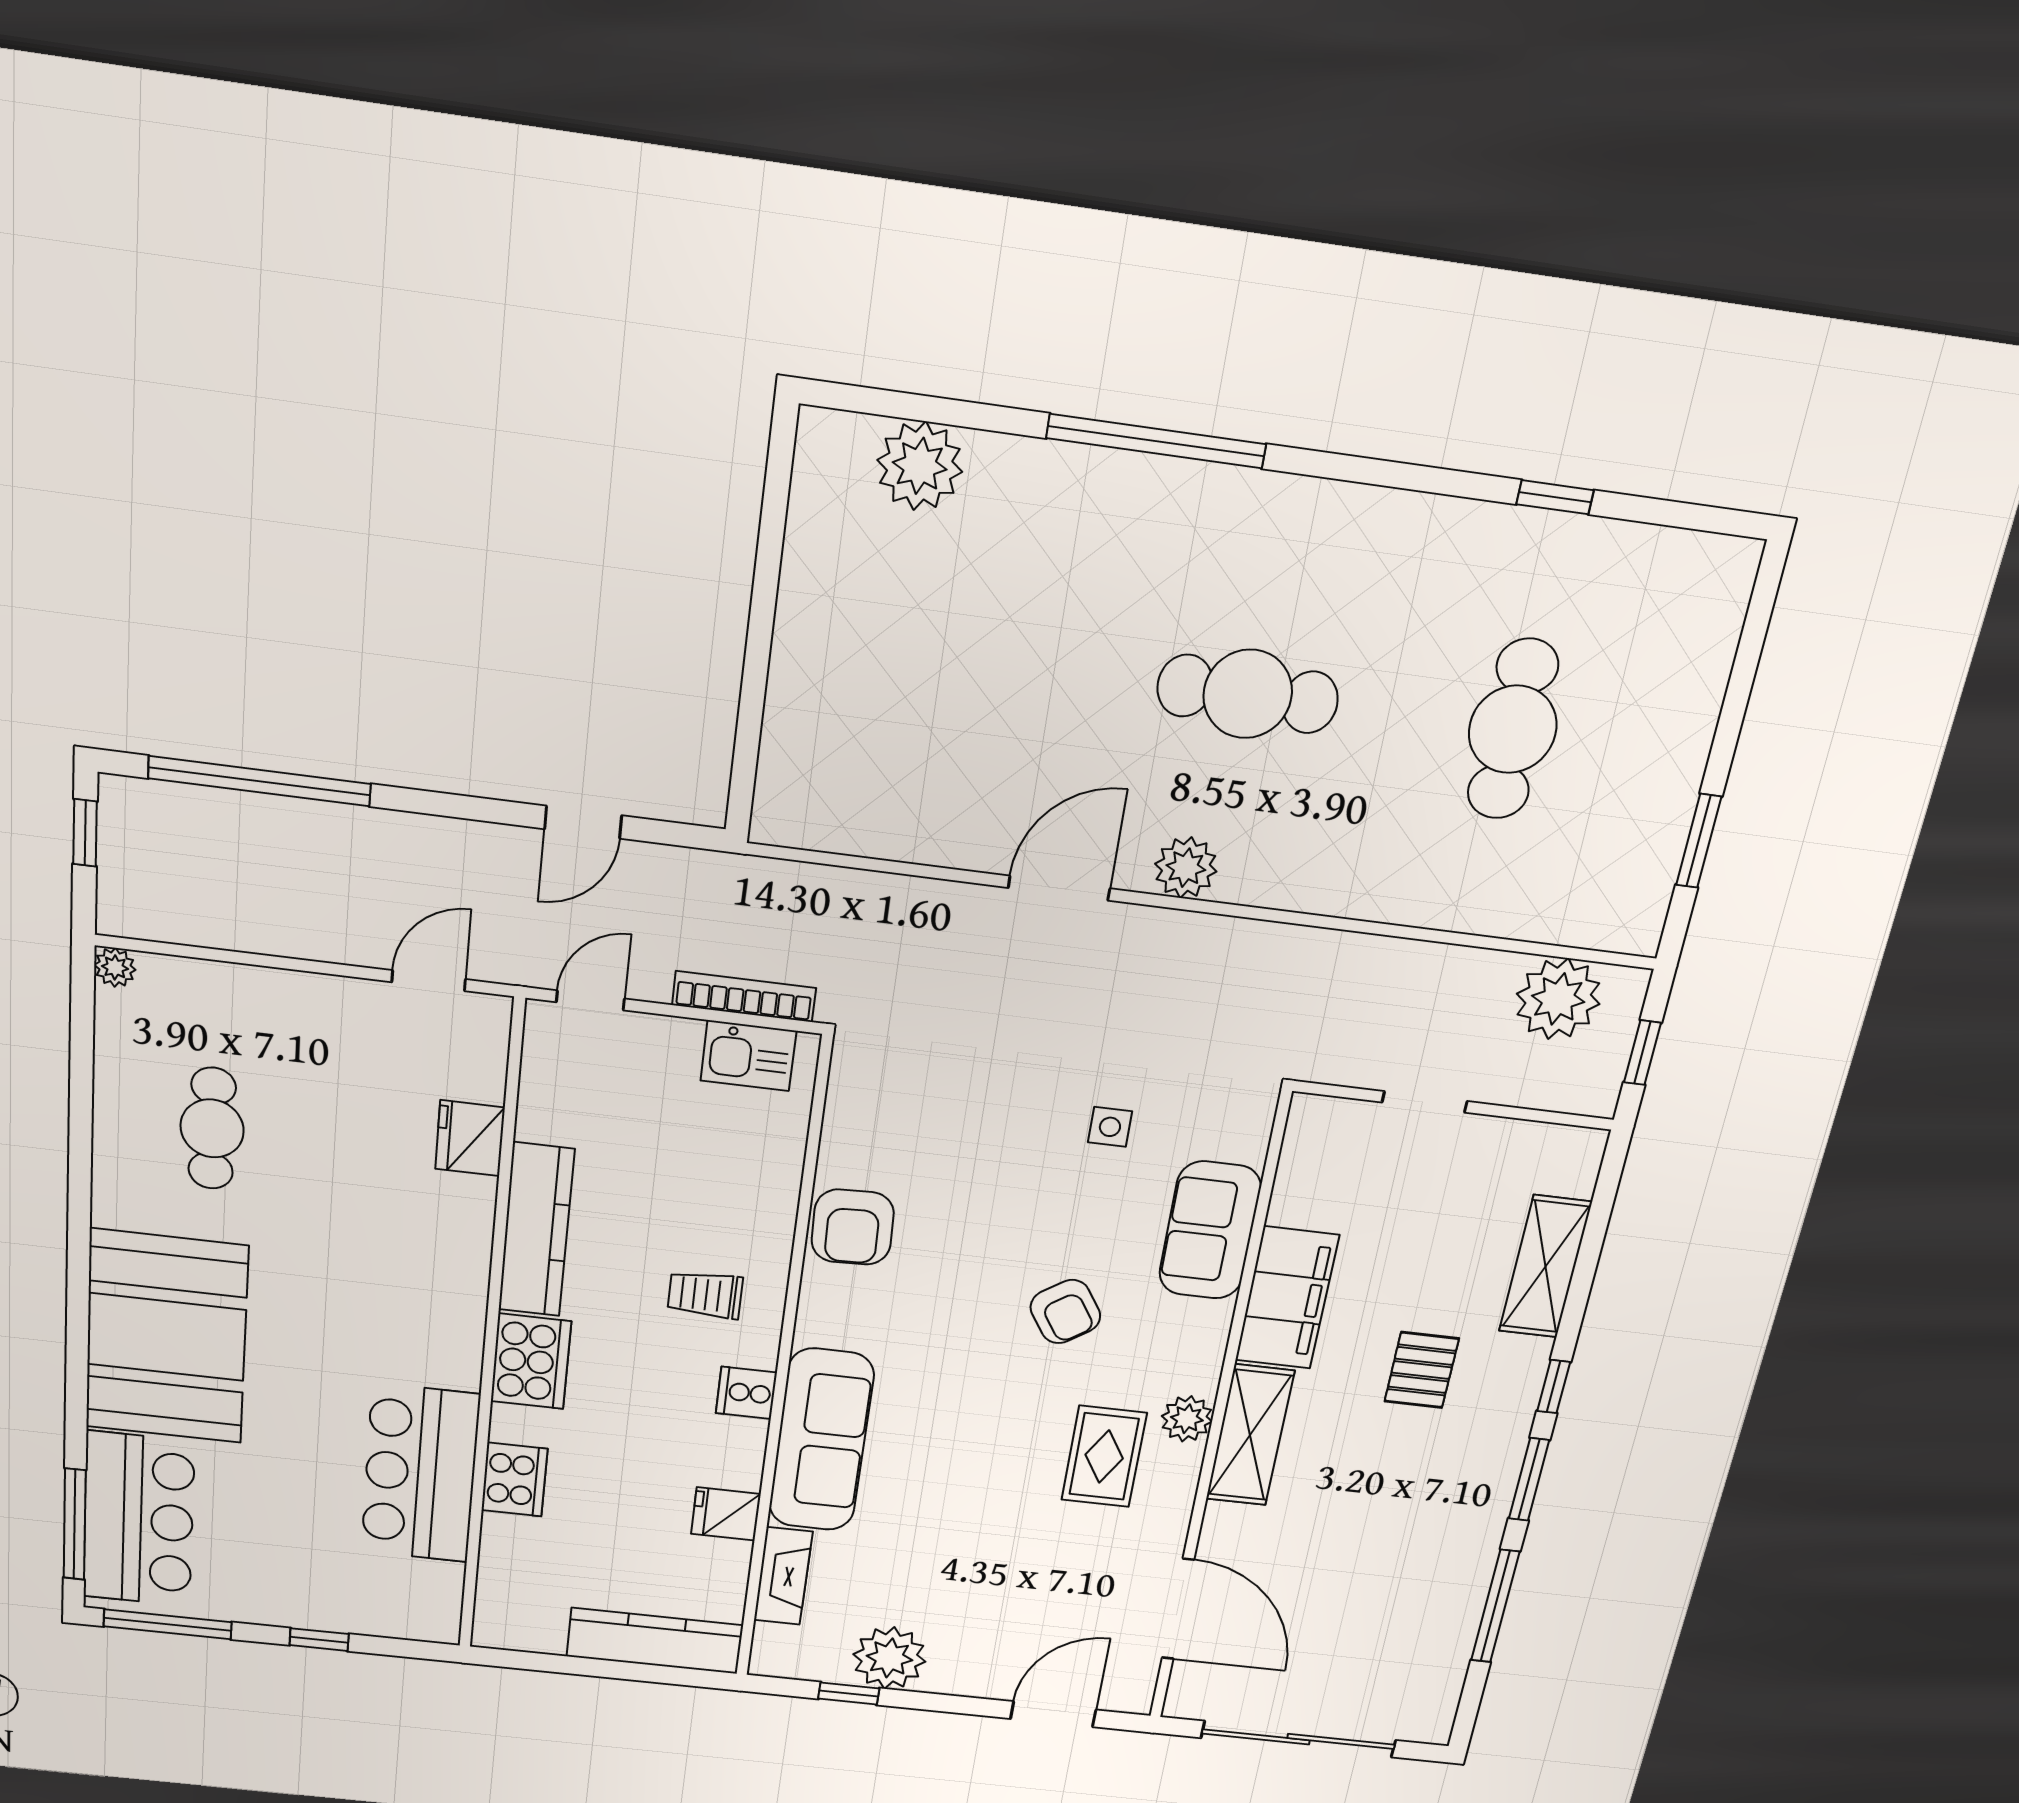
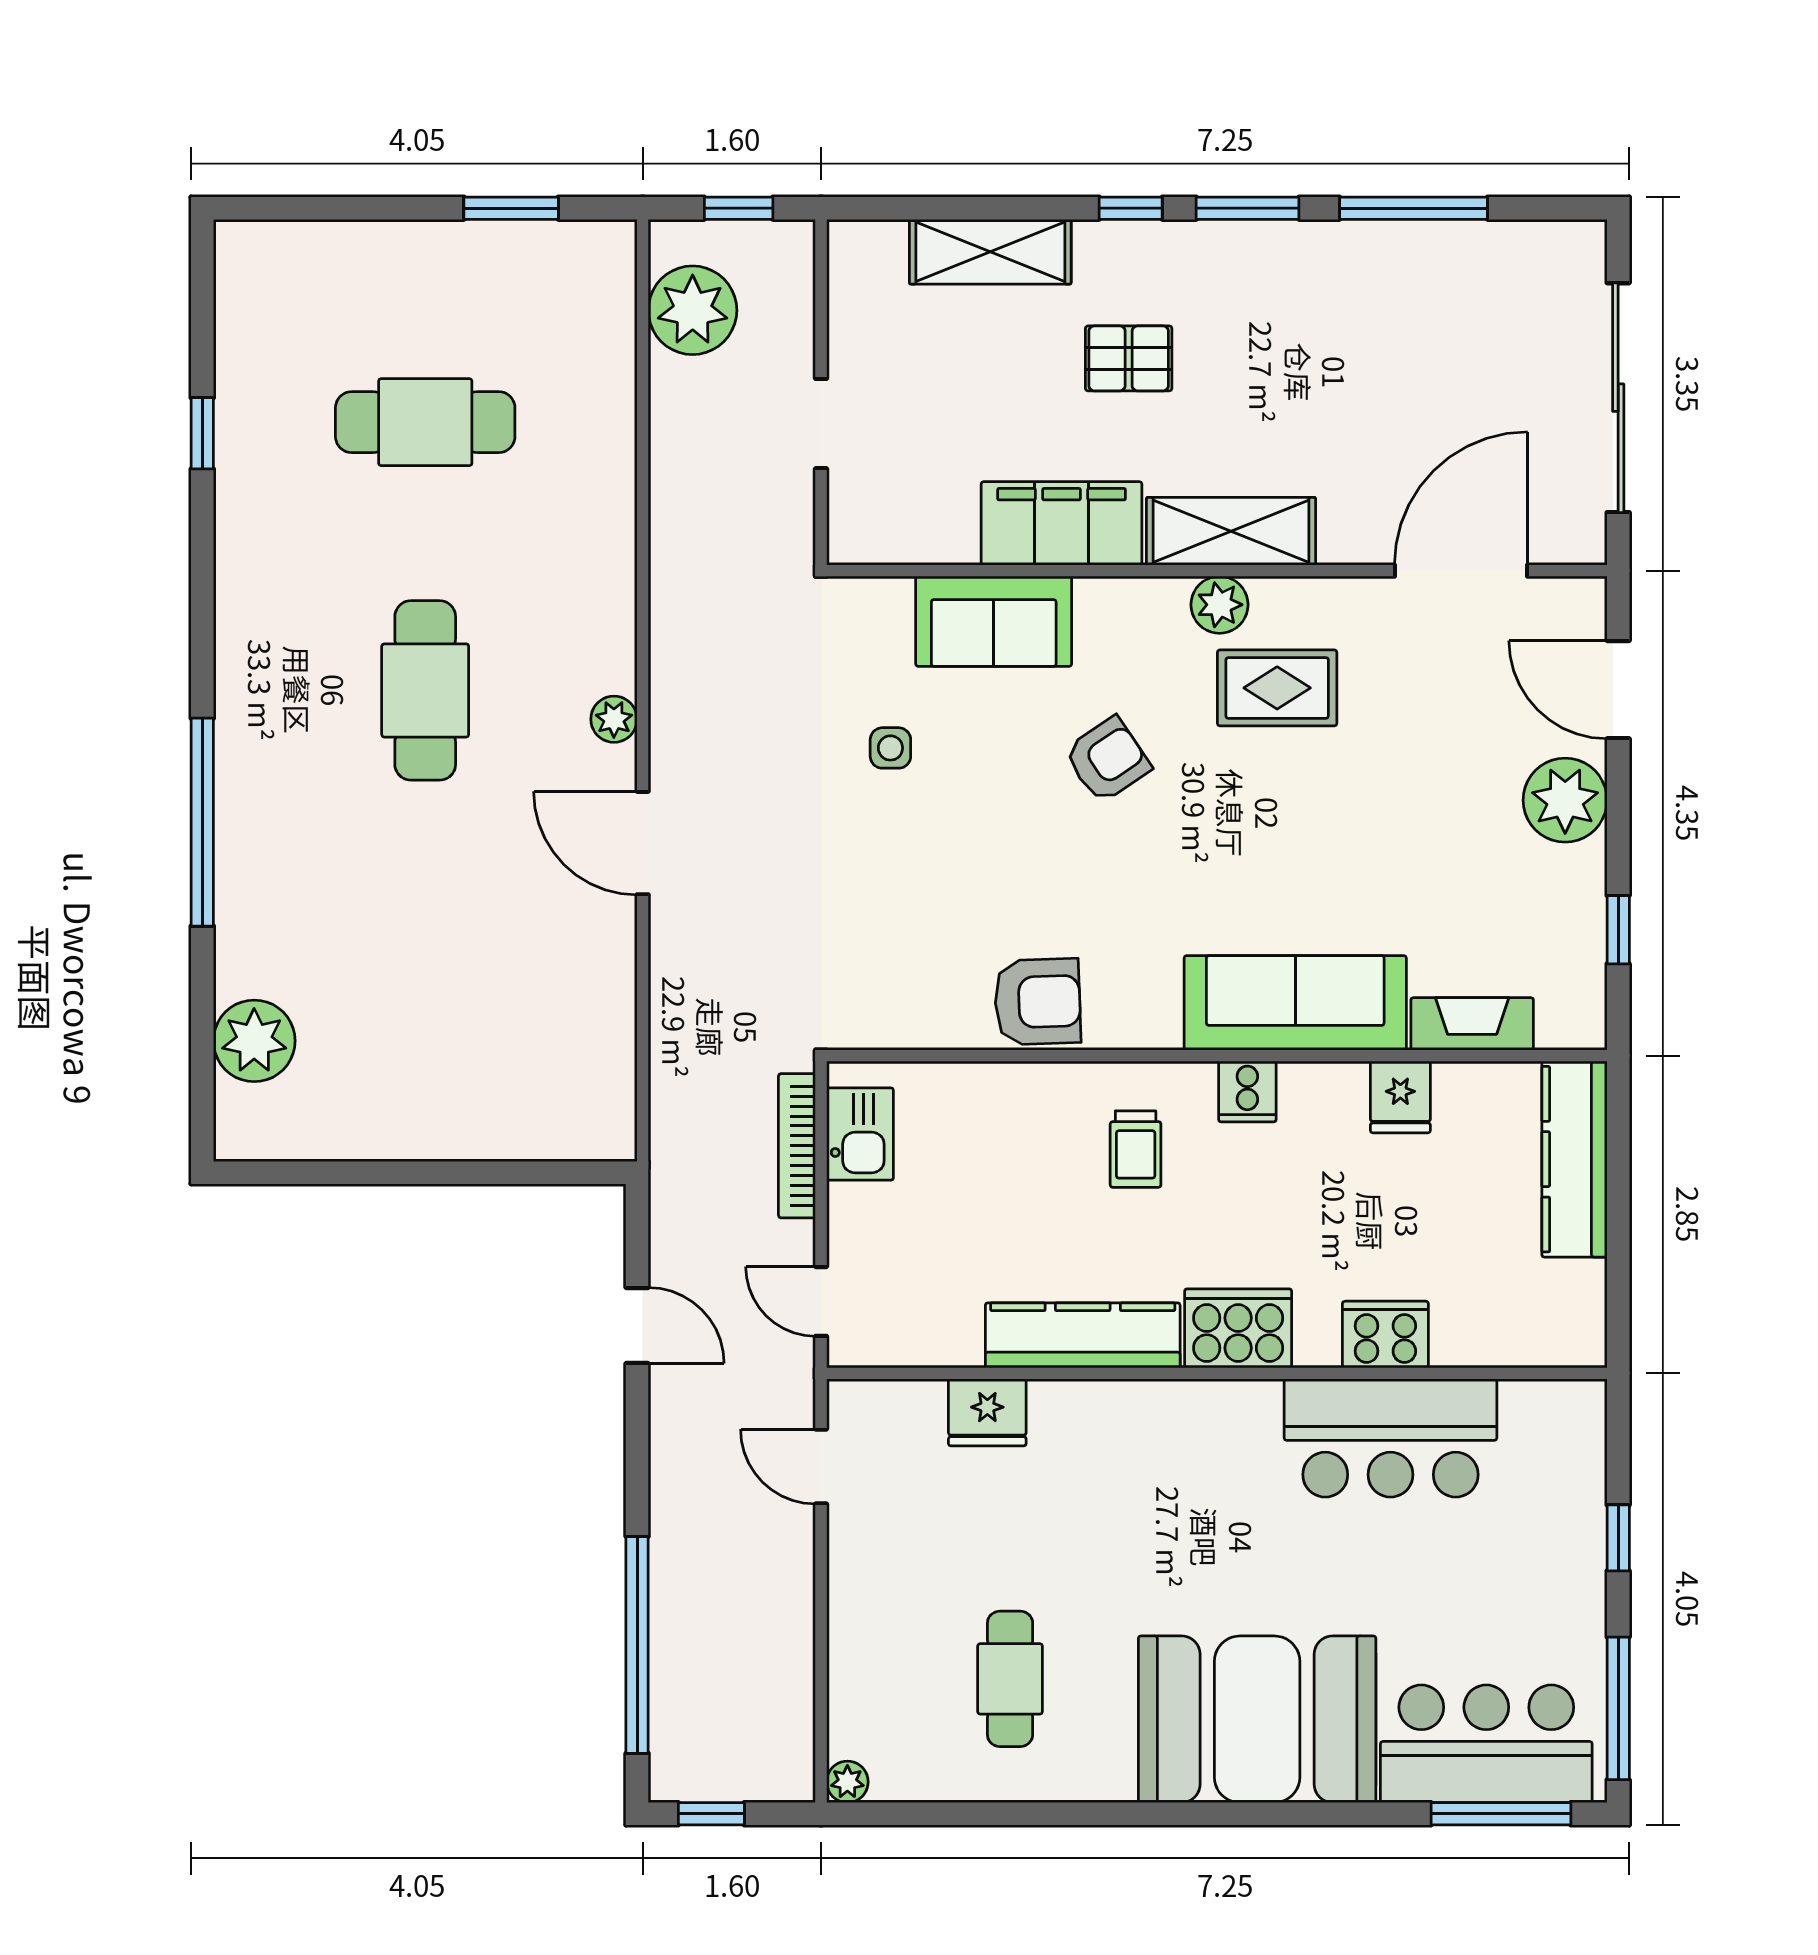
plant: (1186, 868) -> (614, 719), width x0.73, depth x0.73
cafe table: (212, 1128) -> (1010, 1679), turned 90
plant: (889, 1658) -> (1565, 800), moved

